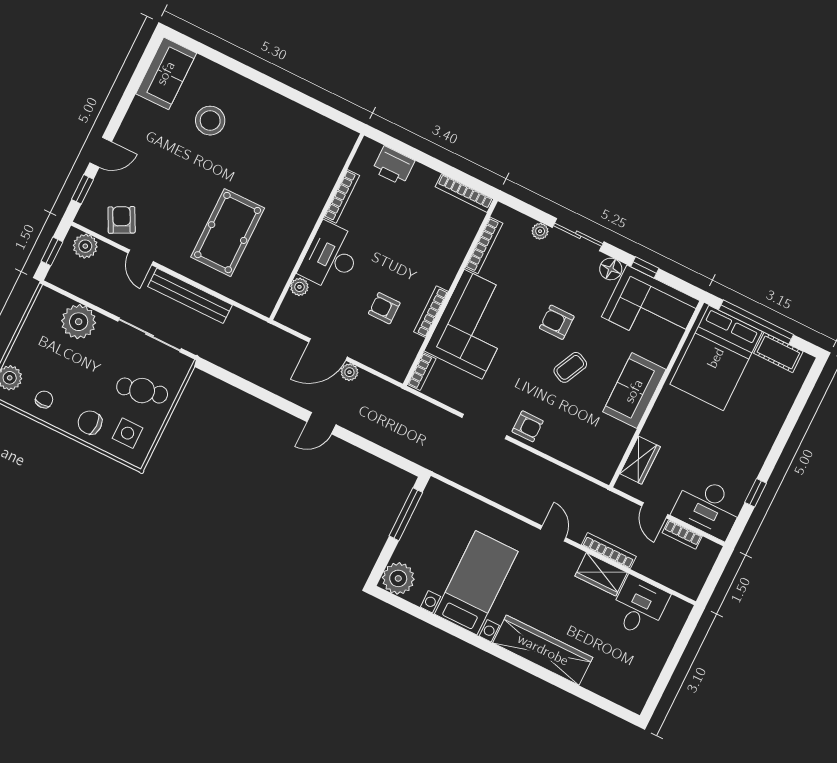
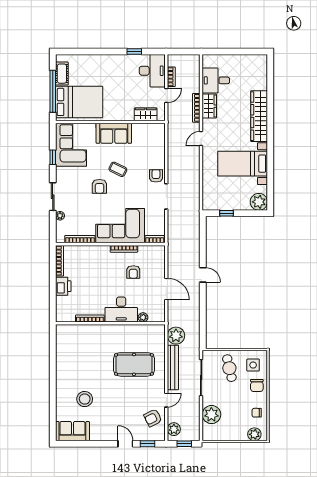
printer: (393, 166) -> (63, 286), moved
floor lamp: (611, 269) -> (61, 173), removed
plant: (349, 372) -> (176, 336), moved, width x1.87, depth x1.87
window: (406, 514) -> (226, 213), width x0.46

